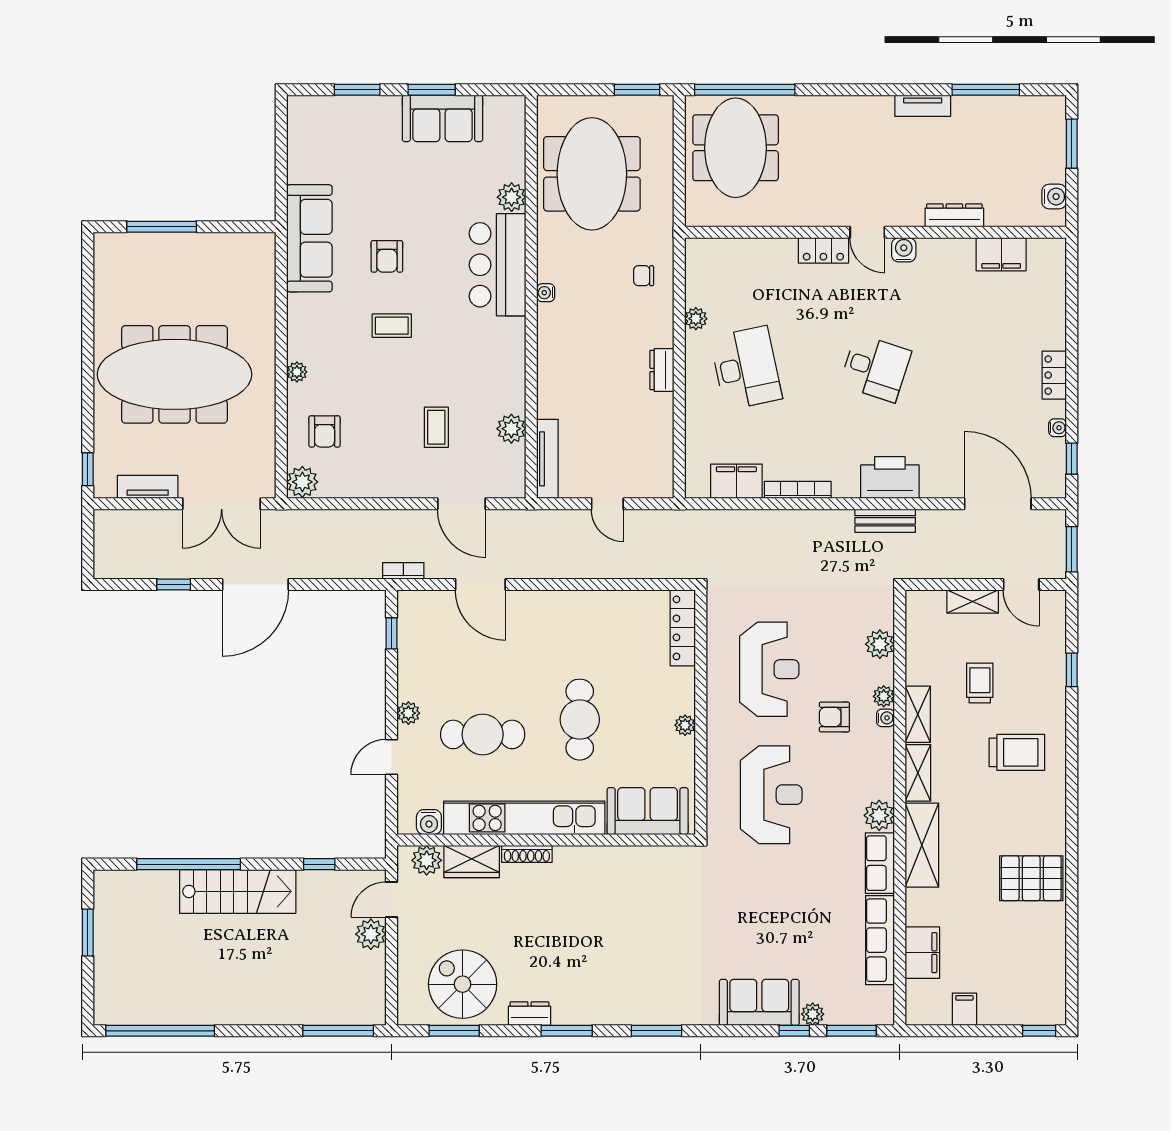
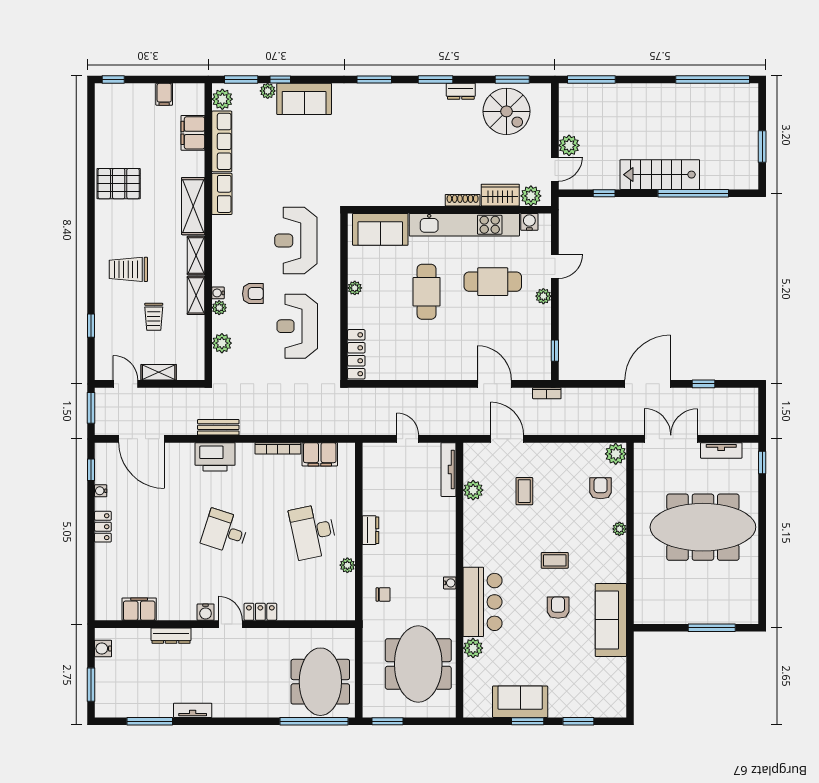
plant: (879, 815) -> (222, 99), moved

